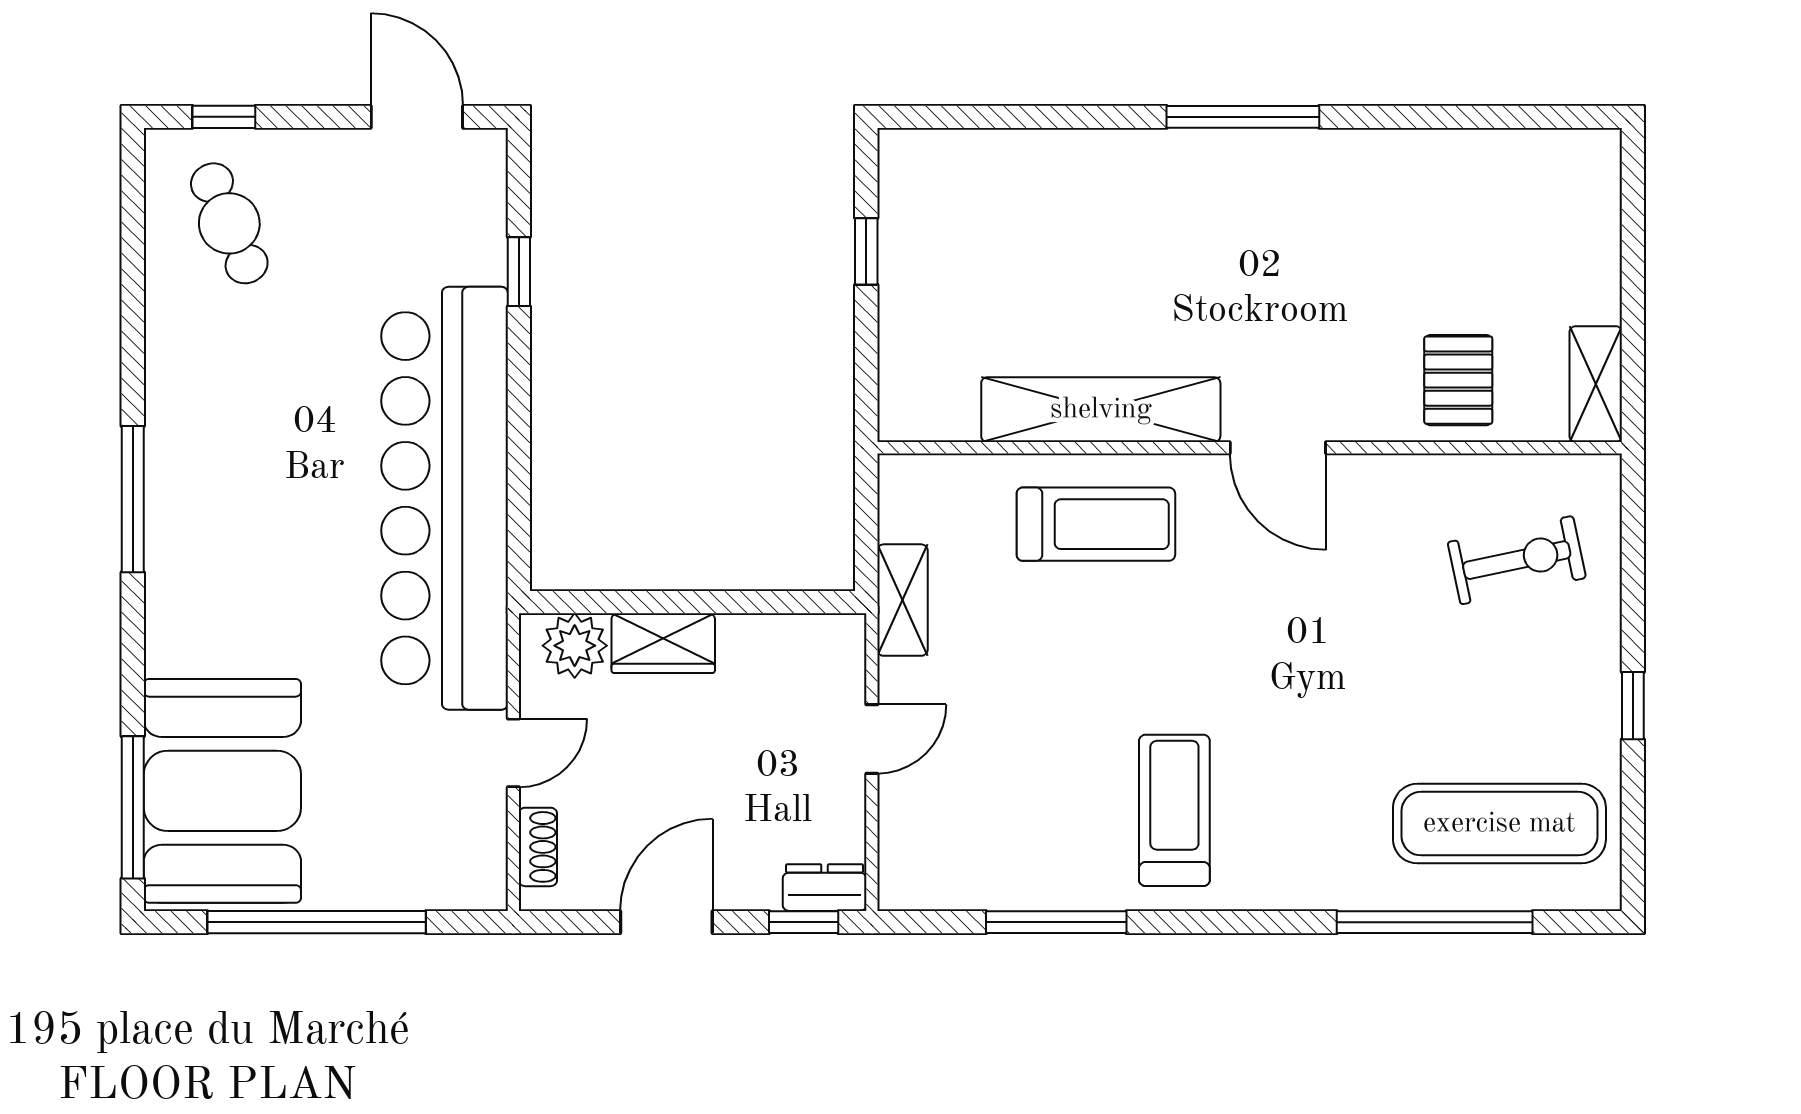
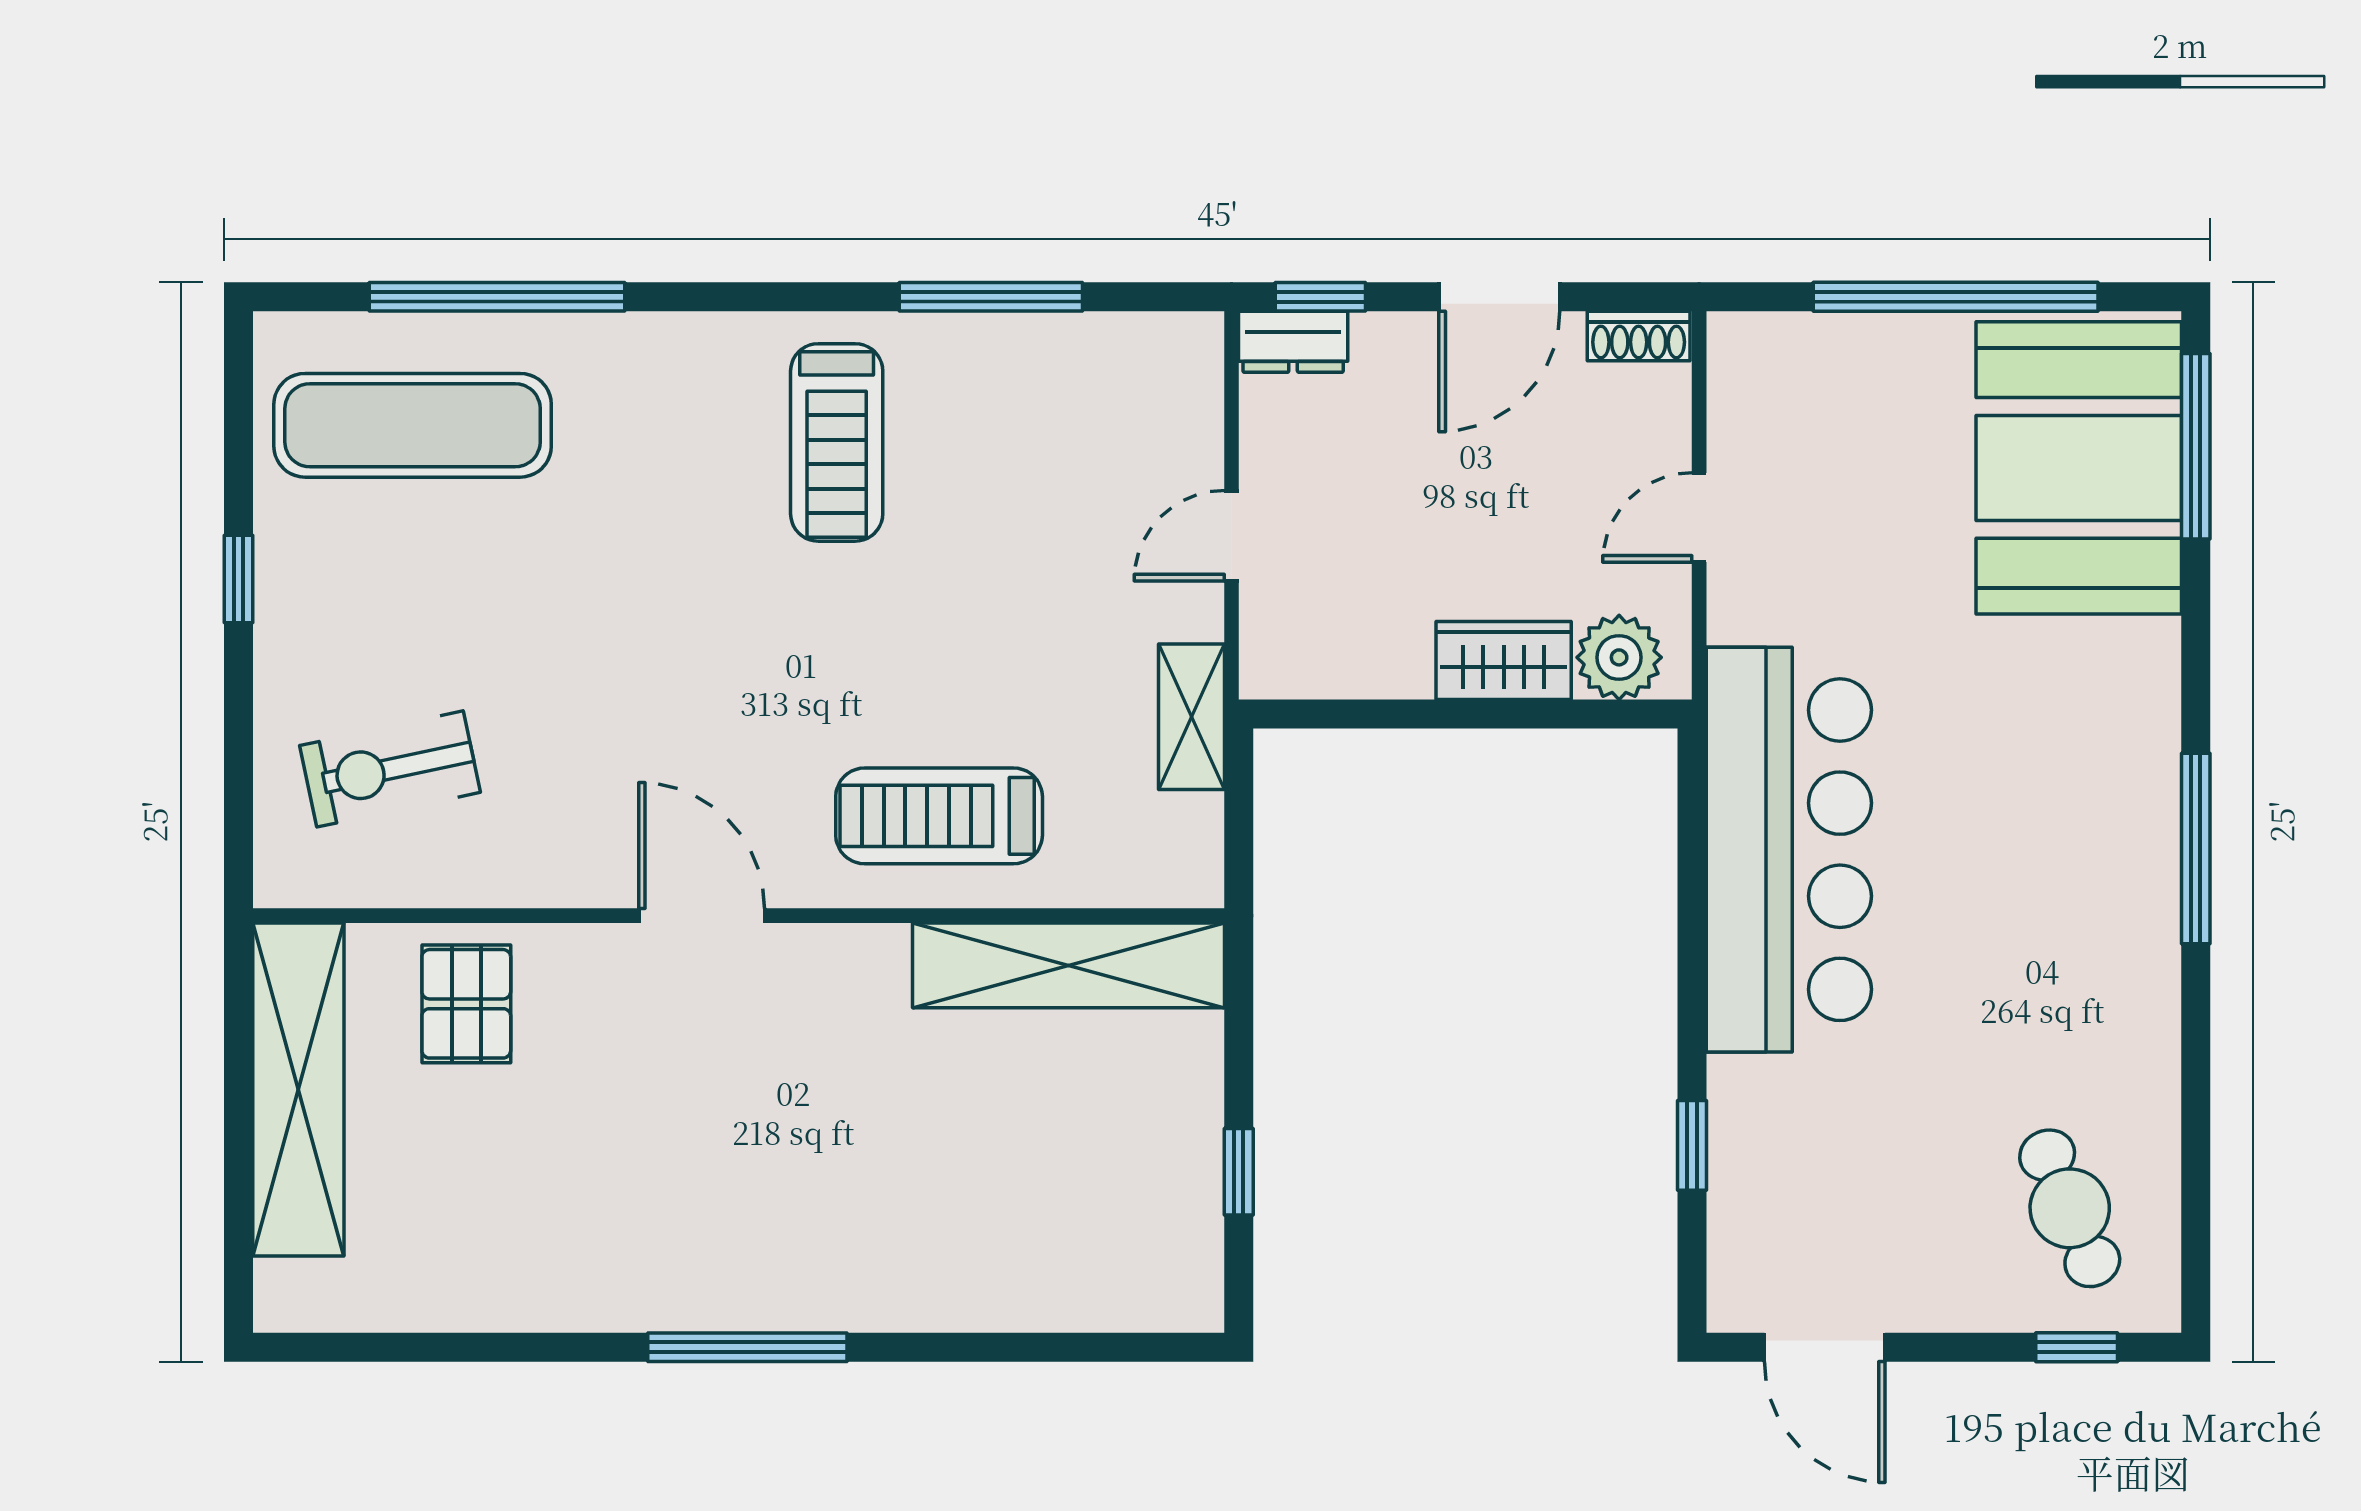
shelving: (1596, 384) -> (298, 1089), width x2.20, depth x1.33
shelving: (1101, 410) -> (1068, 965), moved
bar counter: (445, 498) -> (1789, 850), width x0.73
shoe rack: (538, 847) -> (1639, 336), moved, turned -90

